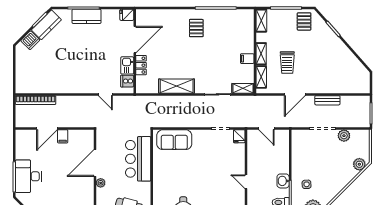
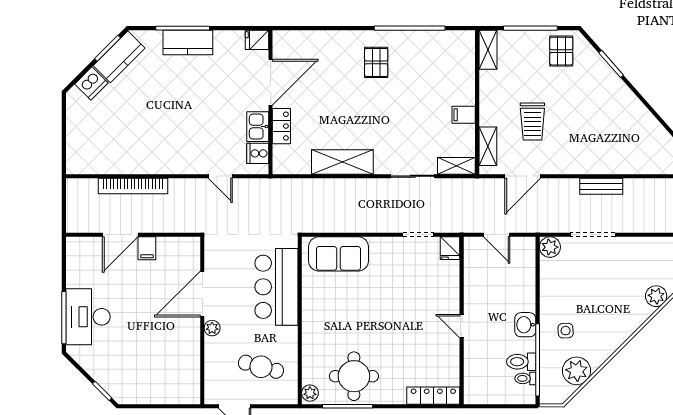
shelving: (261, 54) -> (488, 106), removed
door: (295, 94) -> (523, 176), moved
bookcase: (36, 100) -> (133, 186), moved
plant: (344, 136) -> (550, 247), moved

